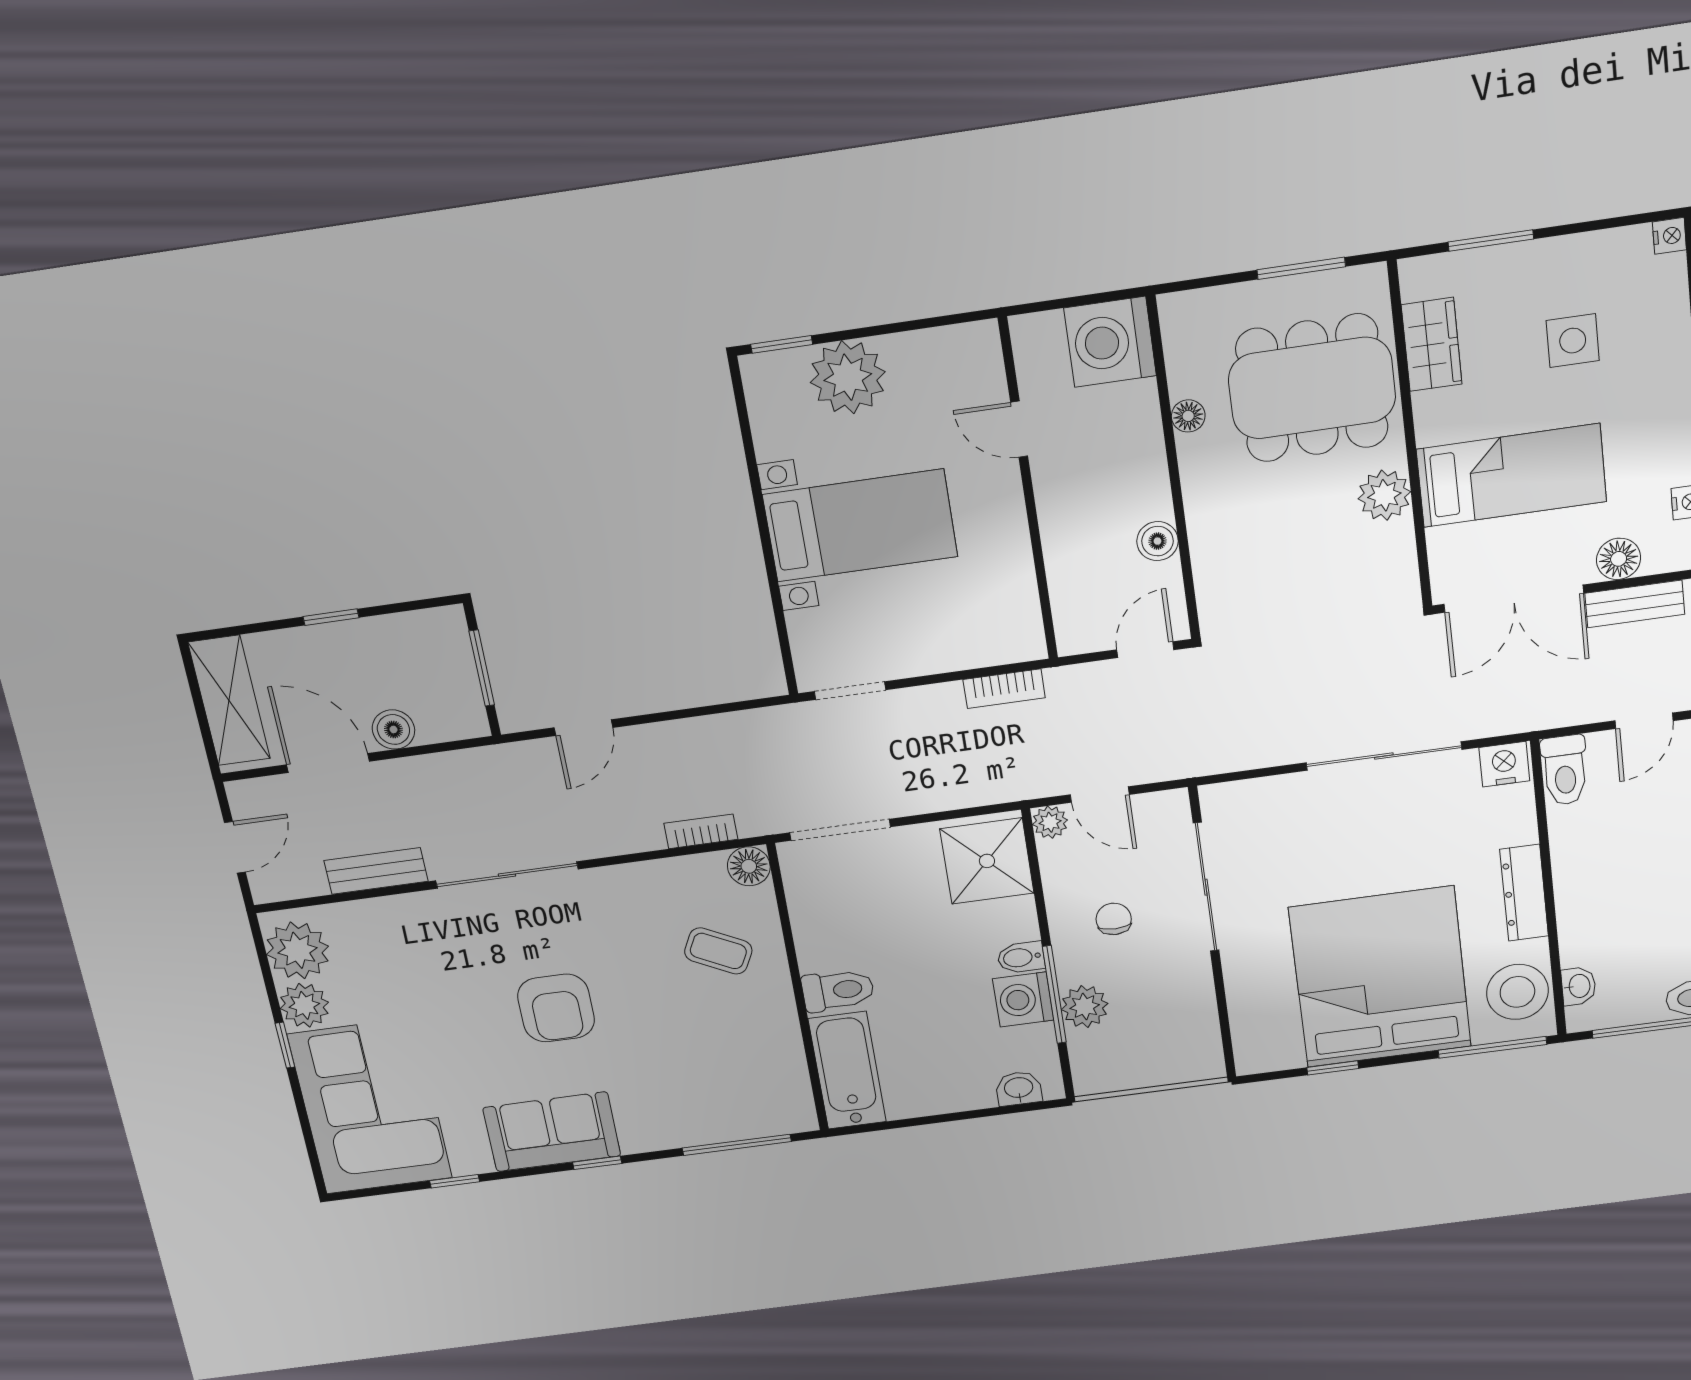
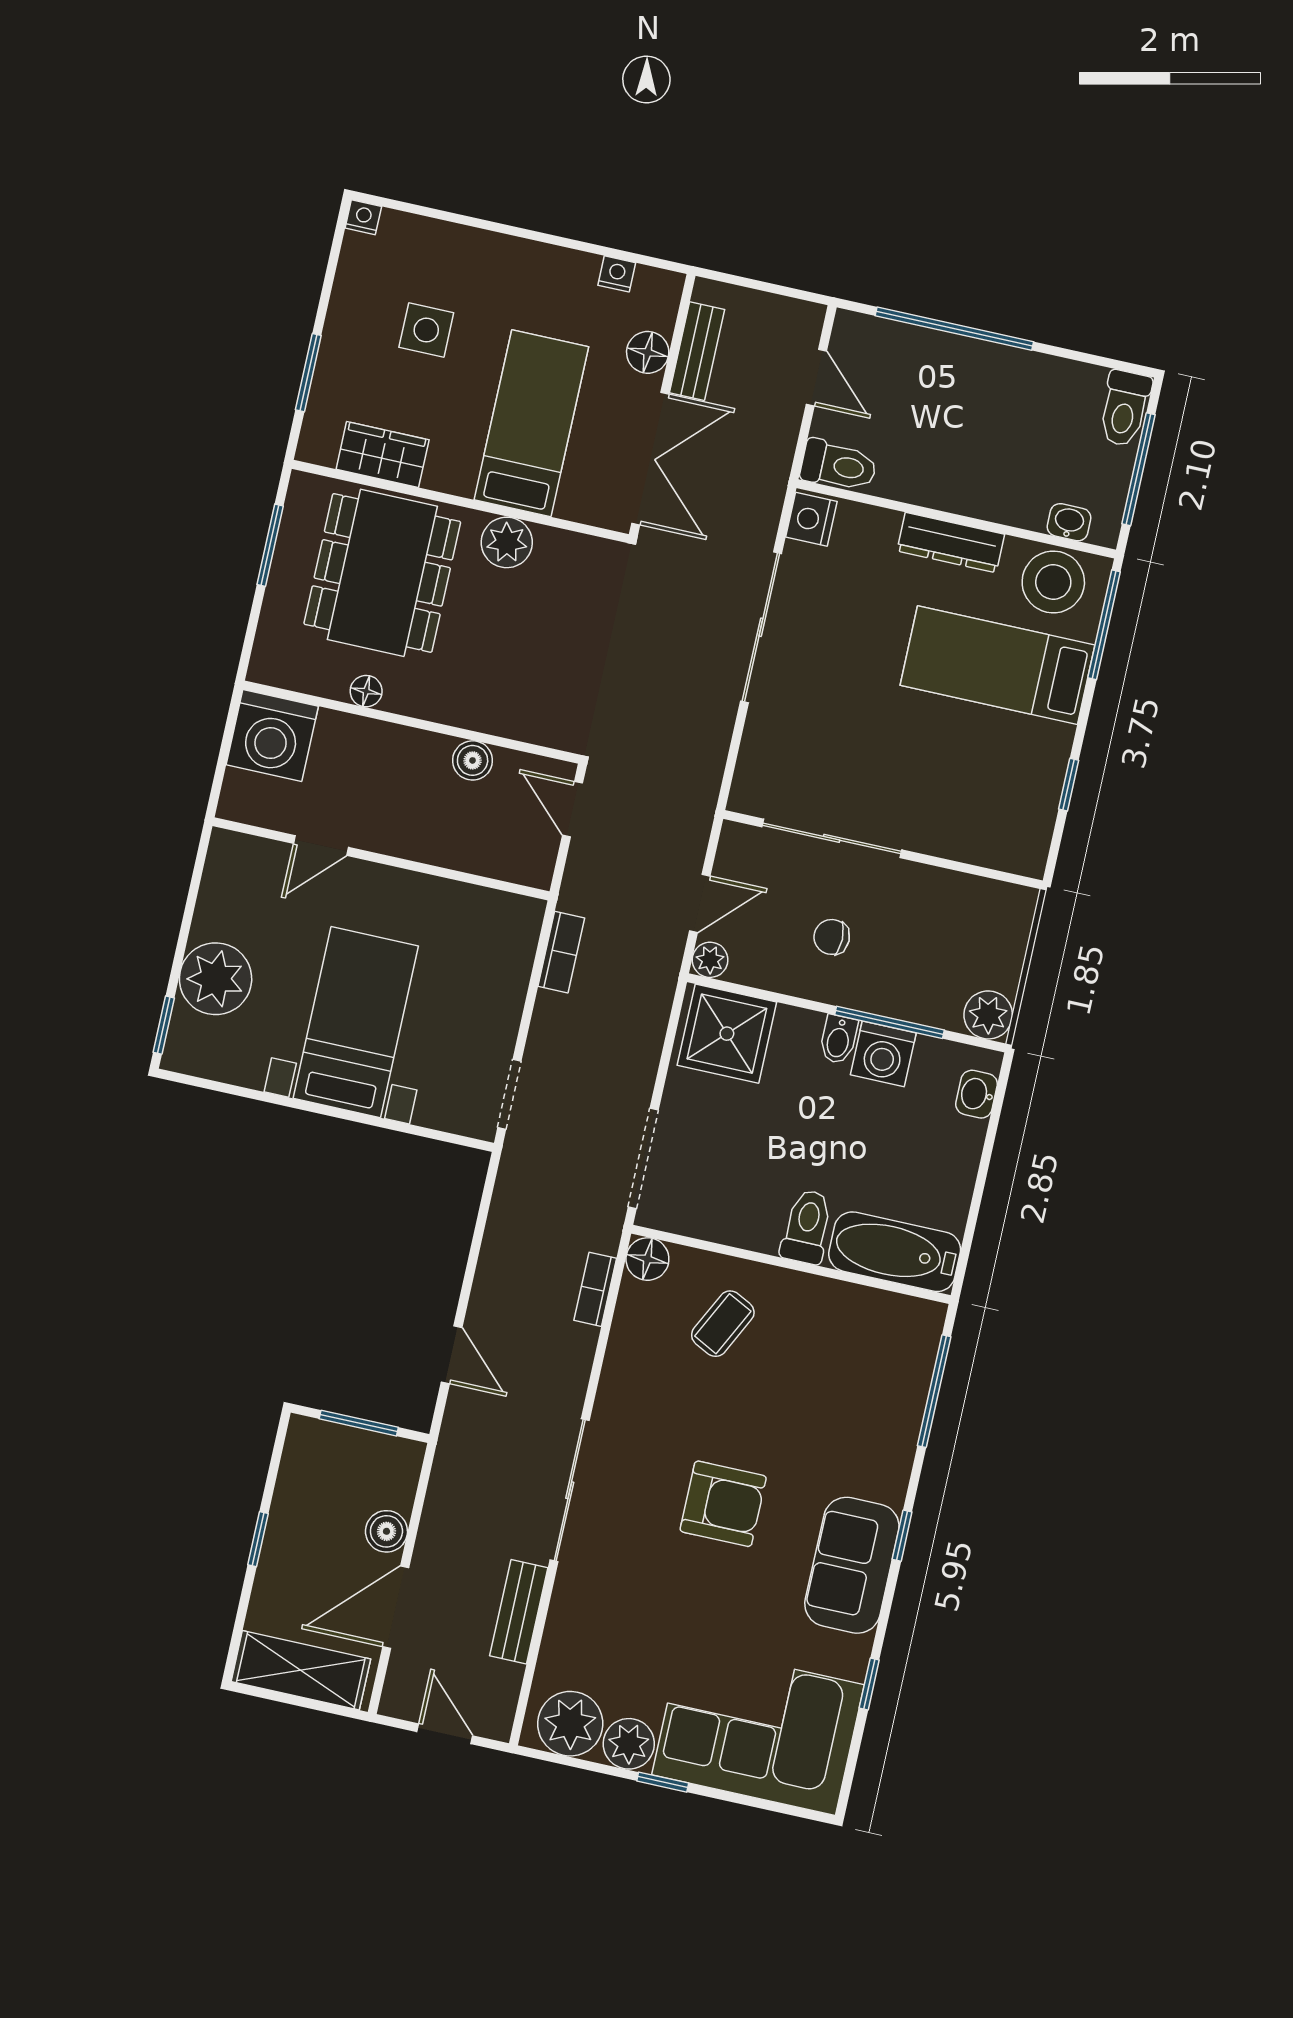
bed: (1380, 977) -> (997, 665), width x0.49
plant: (1085, 1007) -> (988, 1015), moved

